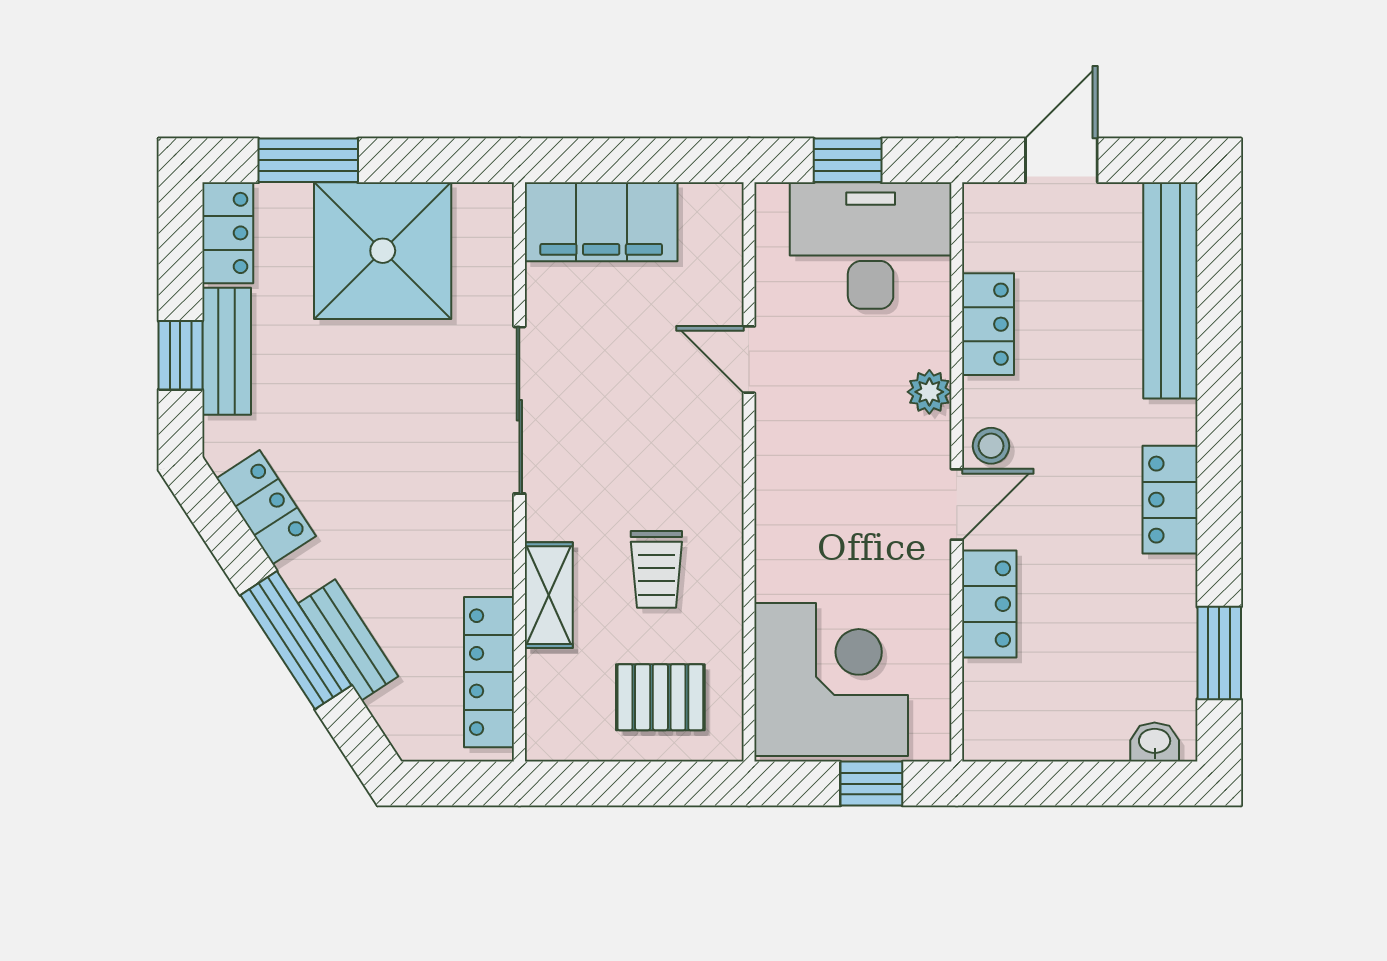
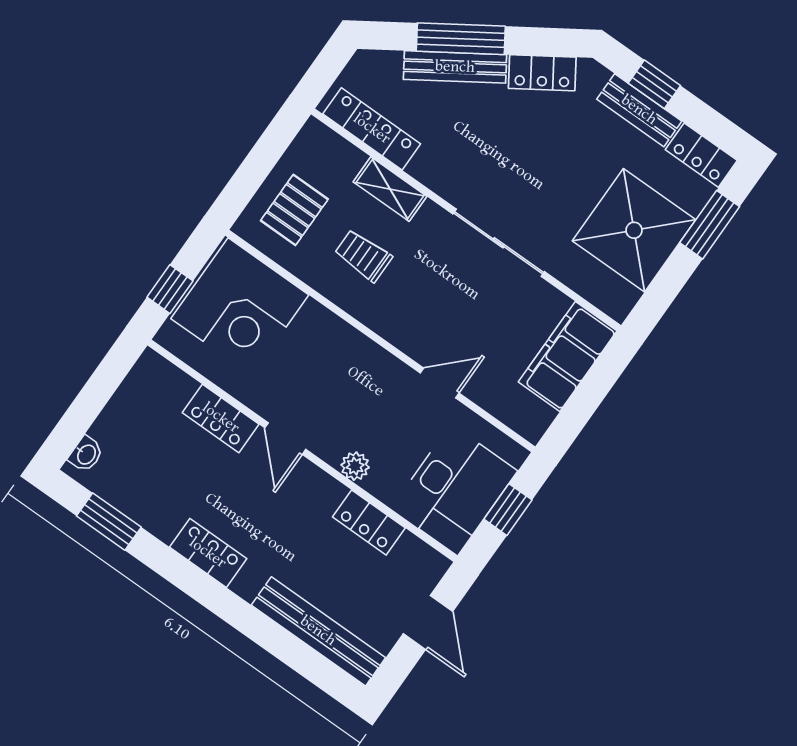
stool: (991, 446) -> (304, 479), removed
bench: (348, 640) -> (455, 67), width x1.36

